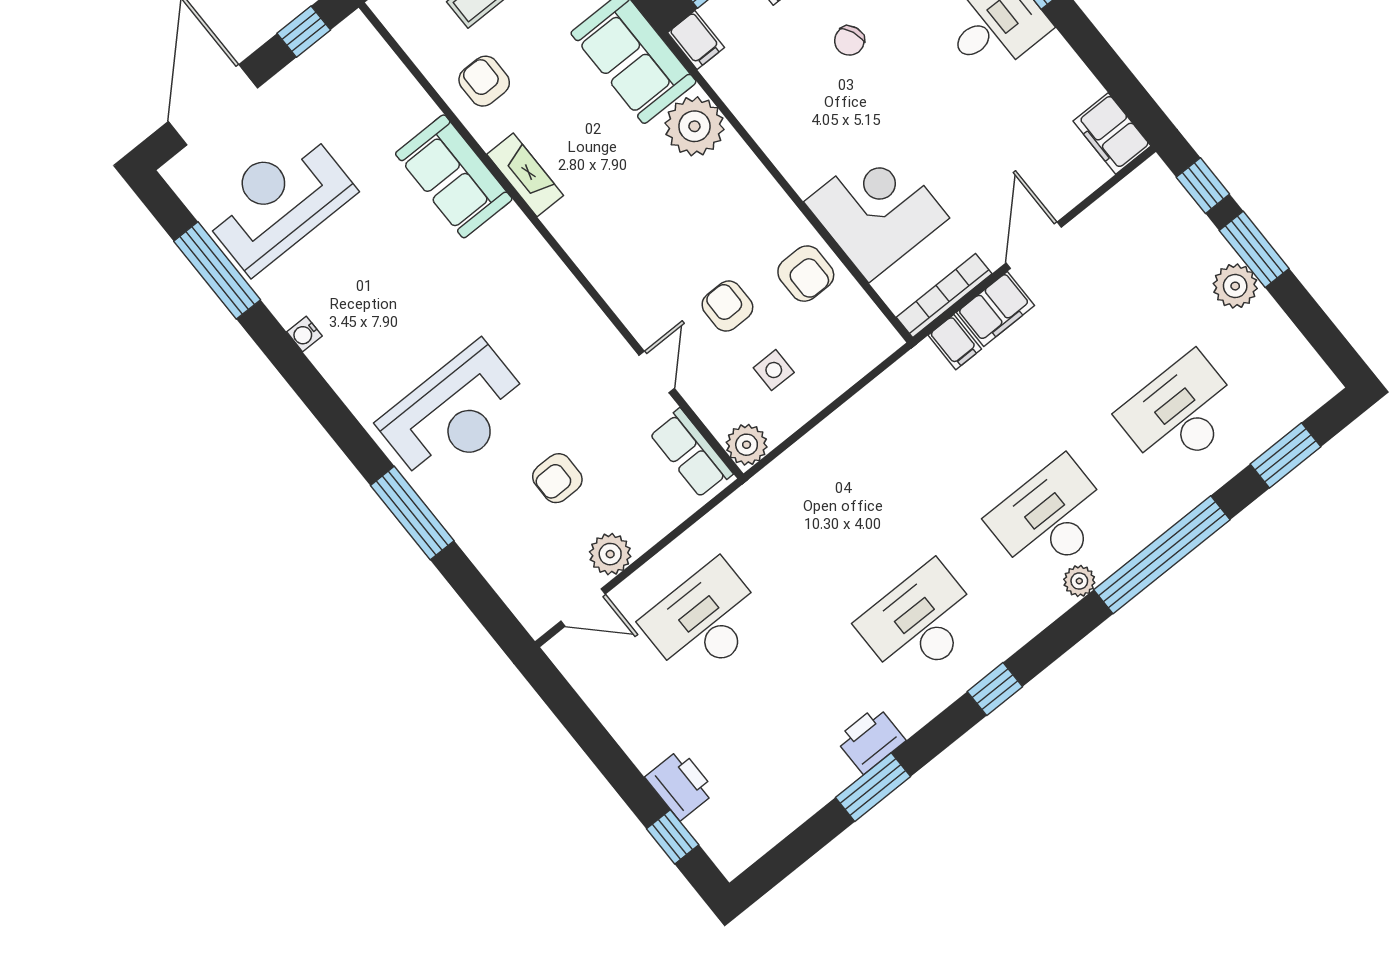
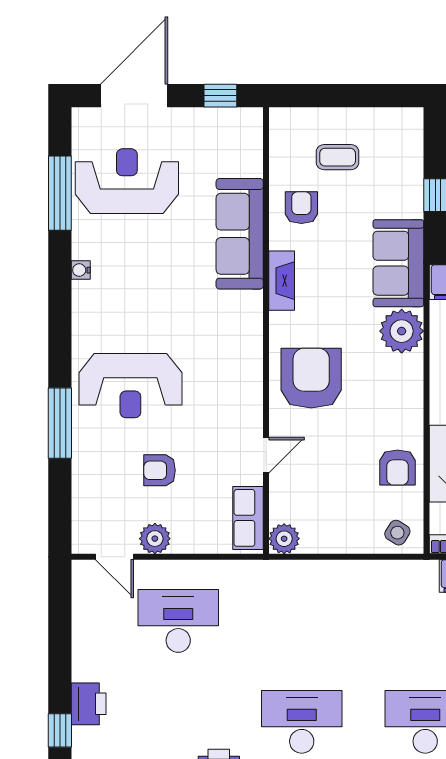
sofa: (454, 176) -> (240, 234), width x1.36
armchair: (727, 306) -> (311, 378), moved, width x1.88, depth x1.88
side table: (774, 370) -> (397, 533), moved, turned 32

